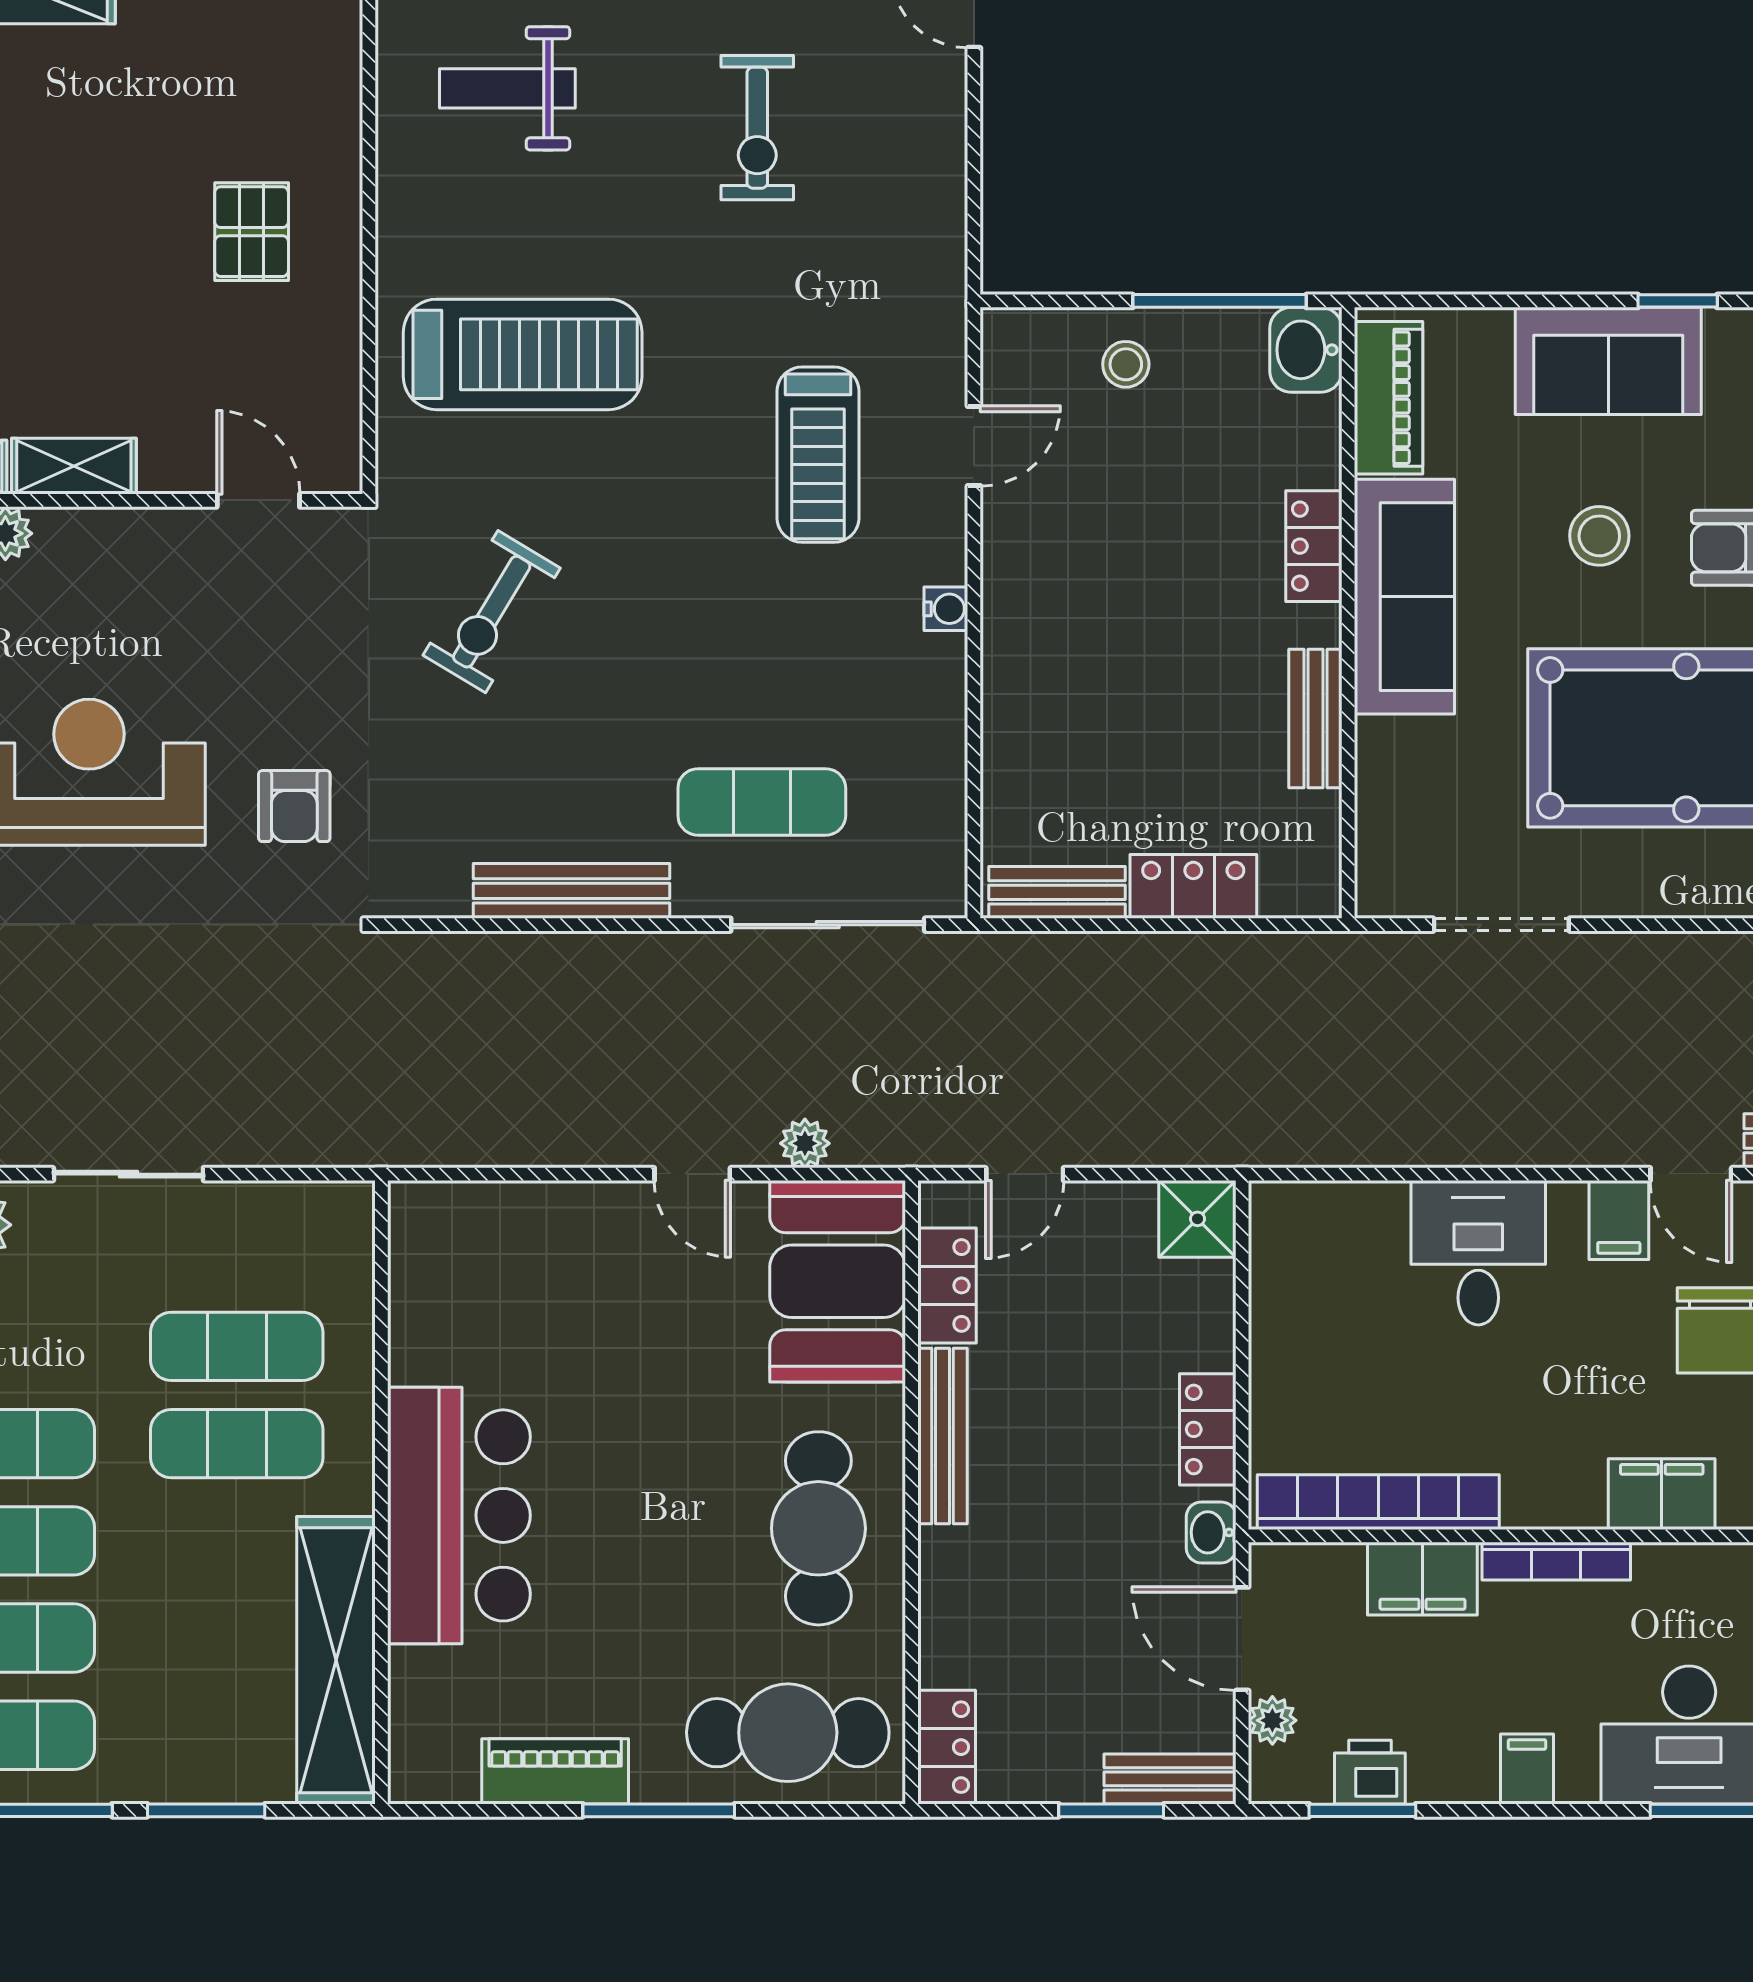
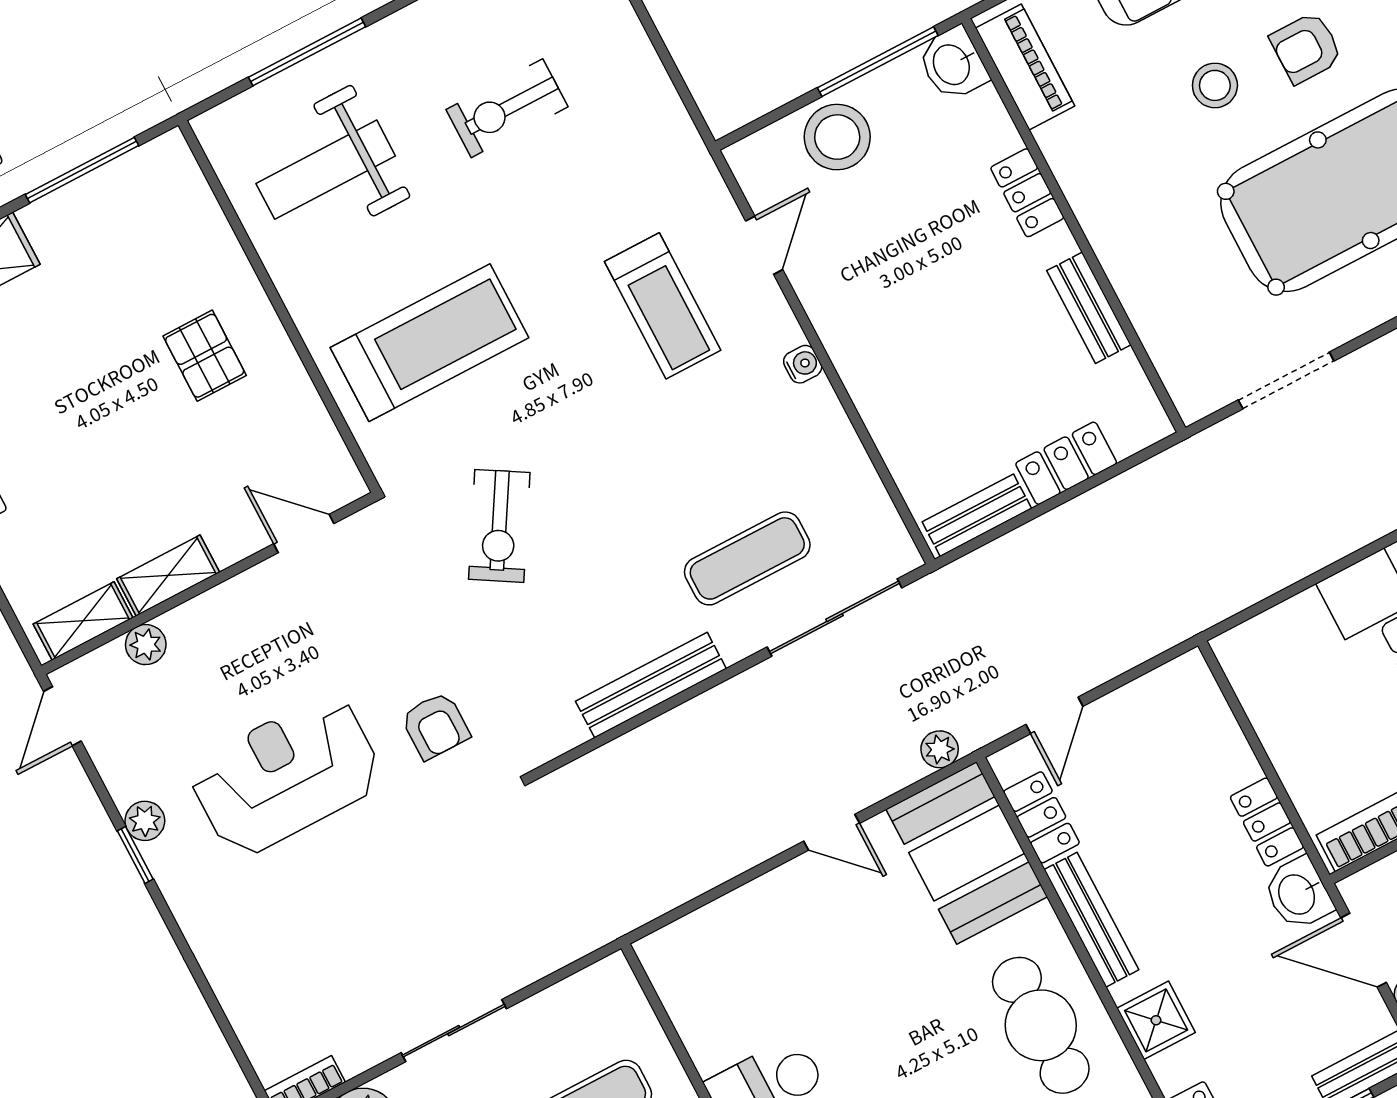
weight bench: (507, 88) -> (326, 170), width x1.36, depth x1.33
exercise bike: (757, 128) -> (507, 108), turned 90
stool: (1126, 364) -> (837, 137), width x1.89, depth x1.89
sofa: (1404, 597) -> (1106, 195), removed
plant: (805, 1143) -> (940, 749), moved
shower: (1197, 1219) -> (1156, 1020), moved
washbasin: (1211, 1532) -> (1298, 894), width x1.38, depth x1.45

